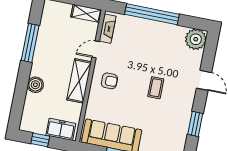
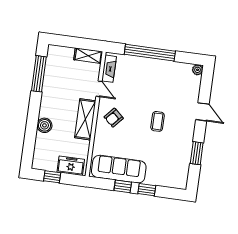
plant: (196, 39) -> (198, 70), width x0.53, depth x0.53
window: (30, 43) -> (39, 74), moved
door: (96, 49) -> (99, 89), swing flipped
armchair: (109, 81) -> (114, 118), turned 132

